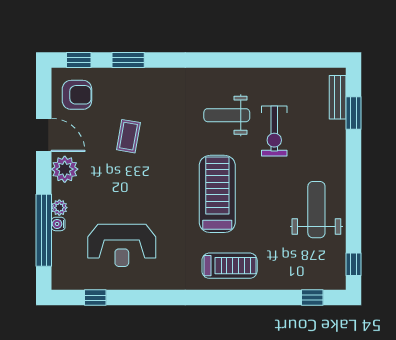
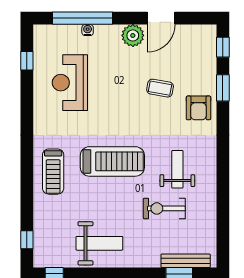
armchair: (77, 95) -> (198, 108), moved
bench: (338, 97) -> (186, 261), width x1.36
plant: (59, 208) -> (101, 31), removed

